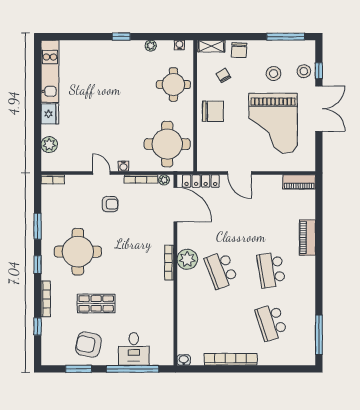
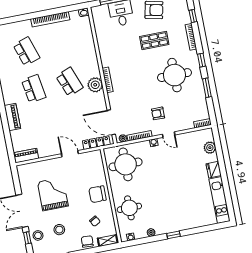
grand piano: (273, 123) -> (53, 194), width x0.73, depth x0.68

